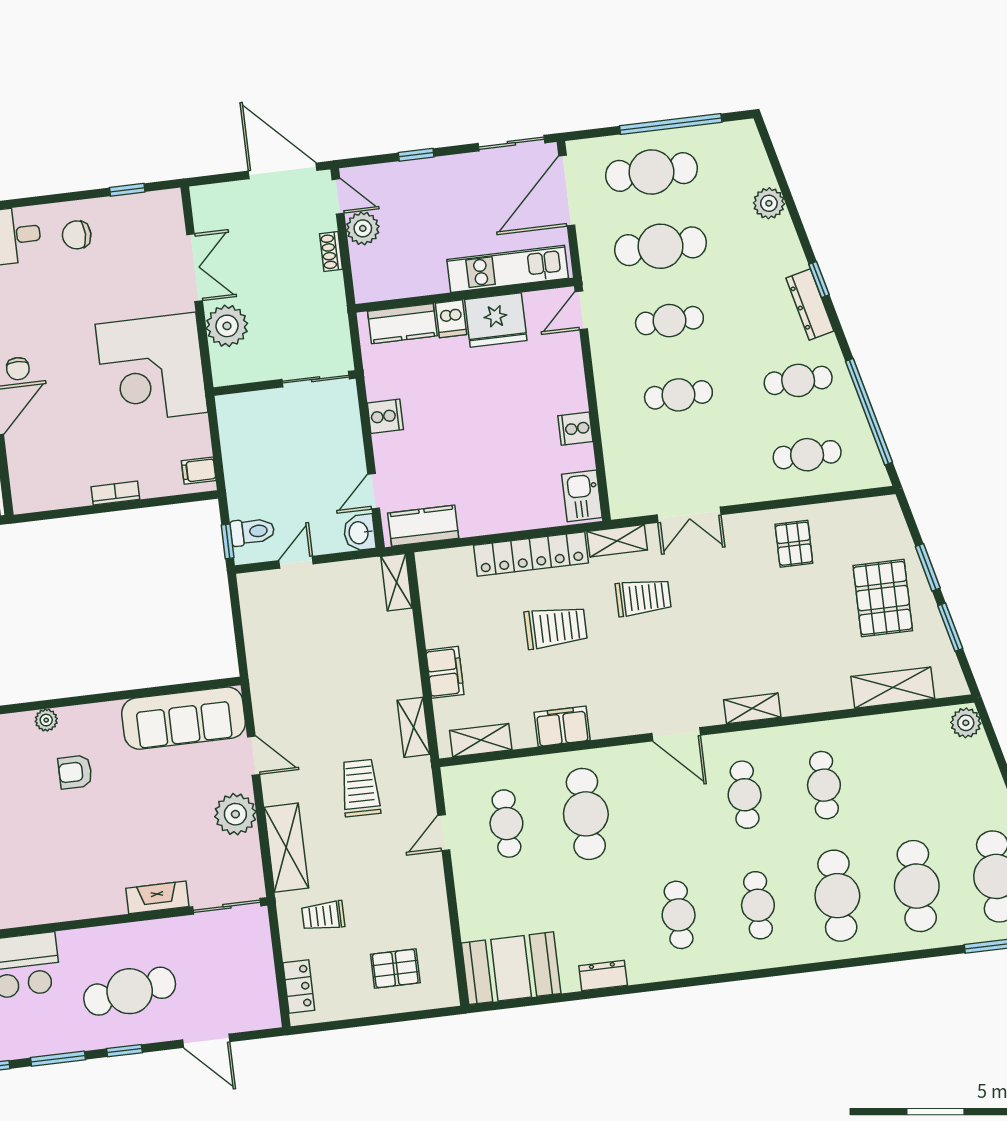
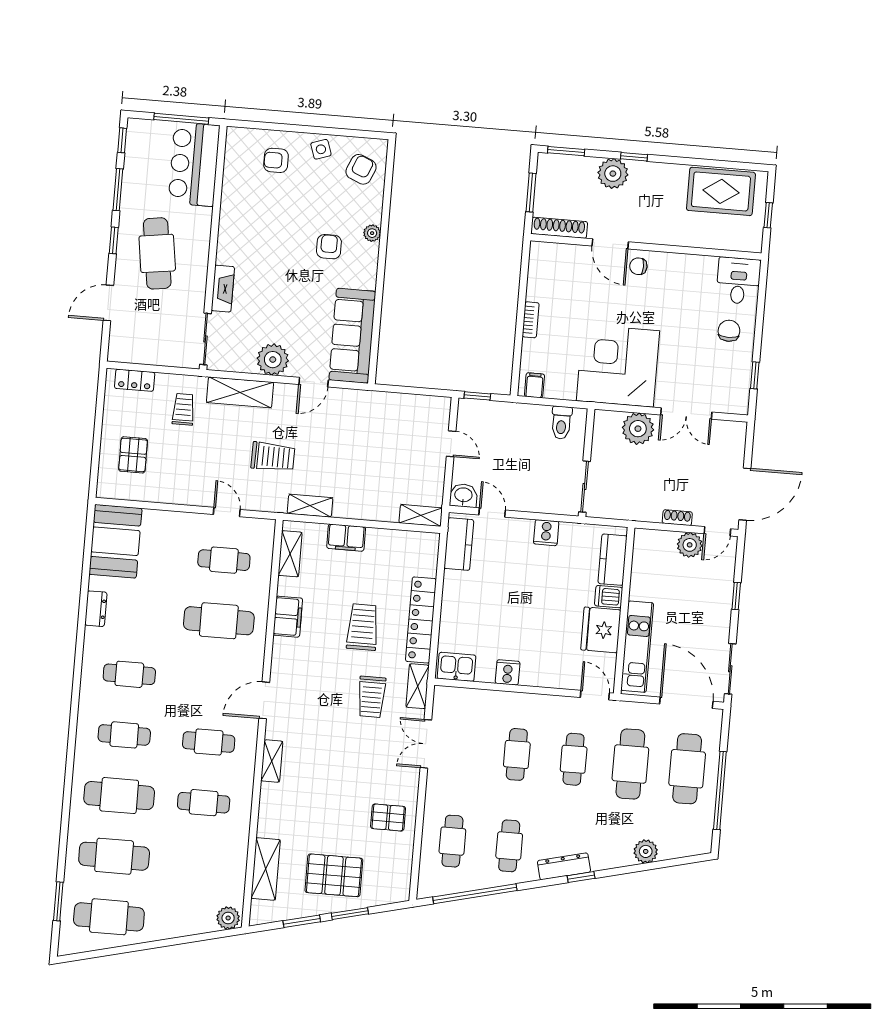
toilet: (252, 532) -> (561, 423), moved
trolley: (556, 627) -> (363, 627), turned 180

